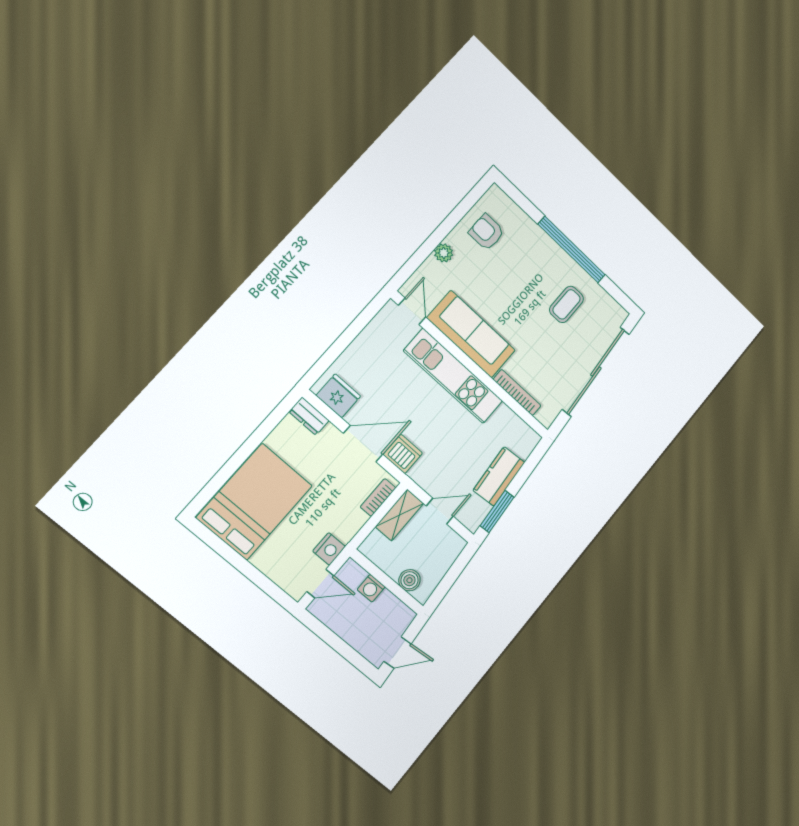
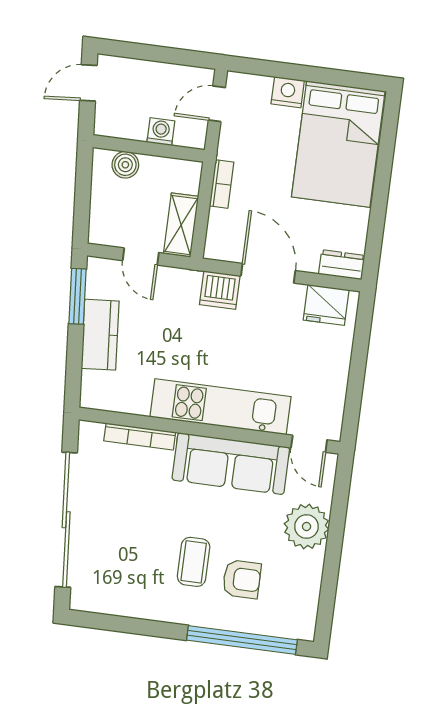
armchair: (486, 232) -> (242, 579), moved
window: (572, 250) -> (242, 640), moved
plant: (444, 253) -> (307, 527), width x1.88, depth x1.88
coffee table: (566, 304) -> (194, 562), moved
door: (363, 444) -> (268, 273), swing flipped
bookcase: (378, 497) -> (222, 184), moved
door: (440, 511) -> (141, 257), hinge flipped
nightstand: (329, 549) -> (288, 92), moved, turned 90

